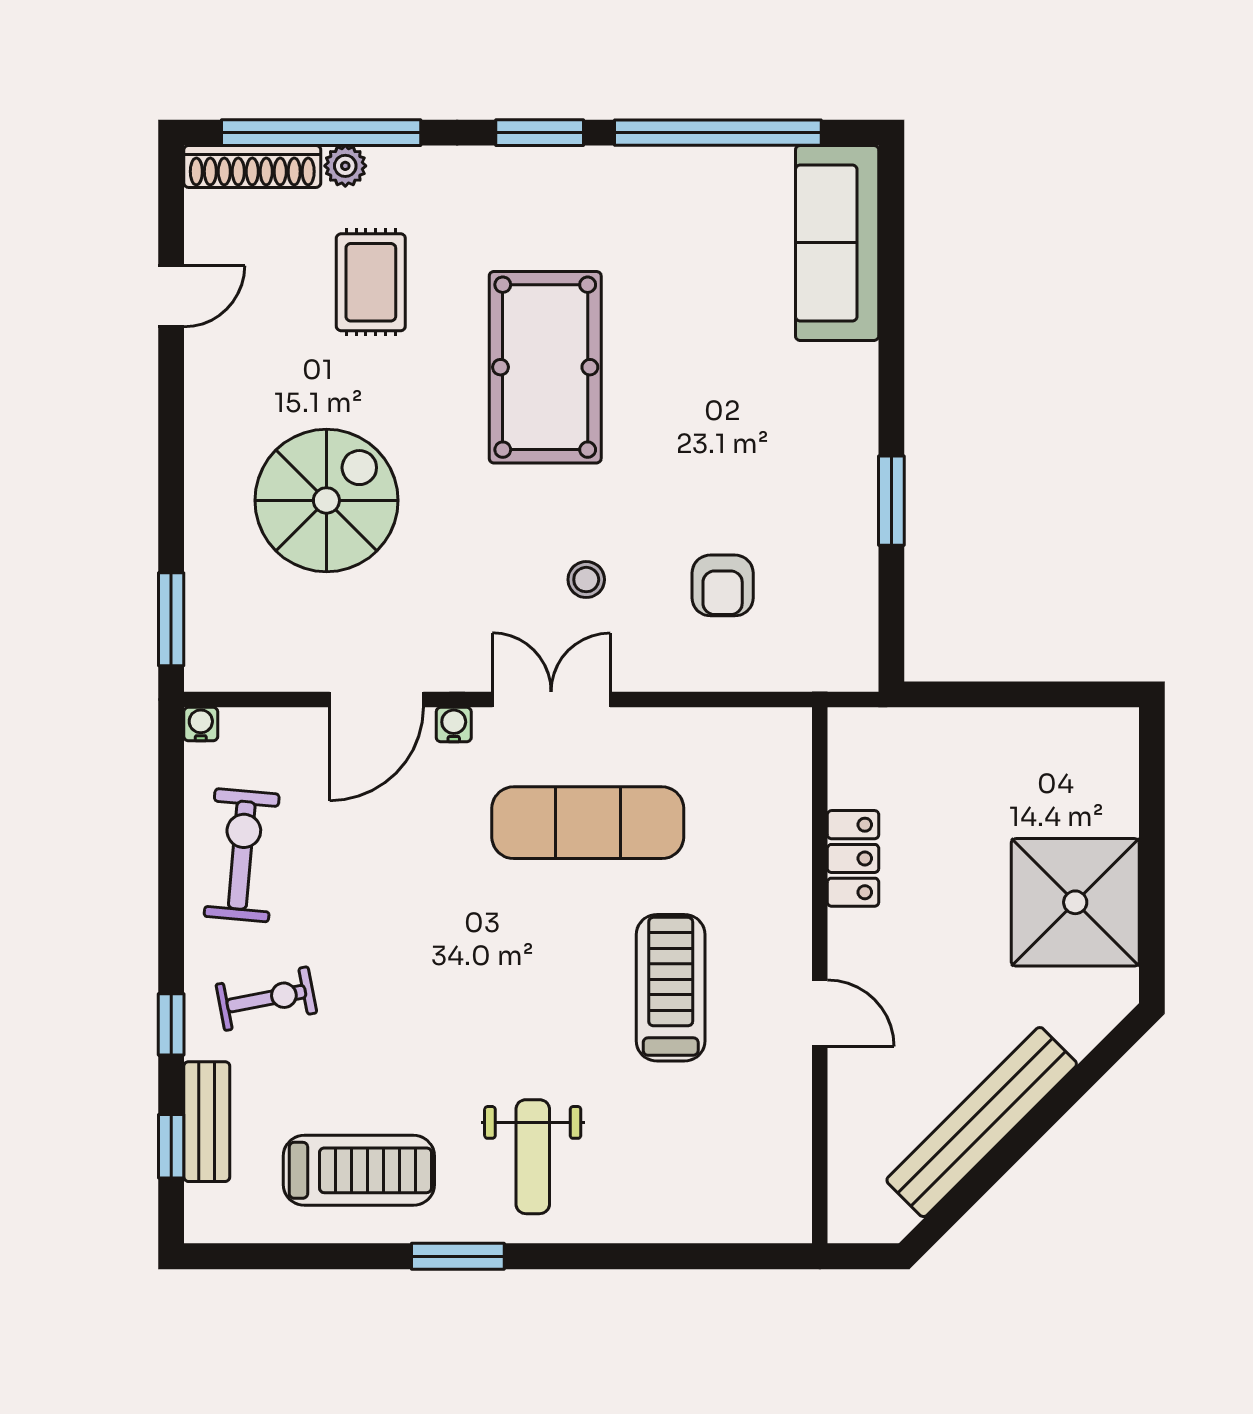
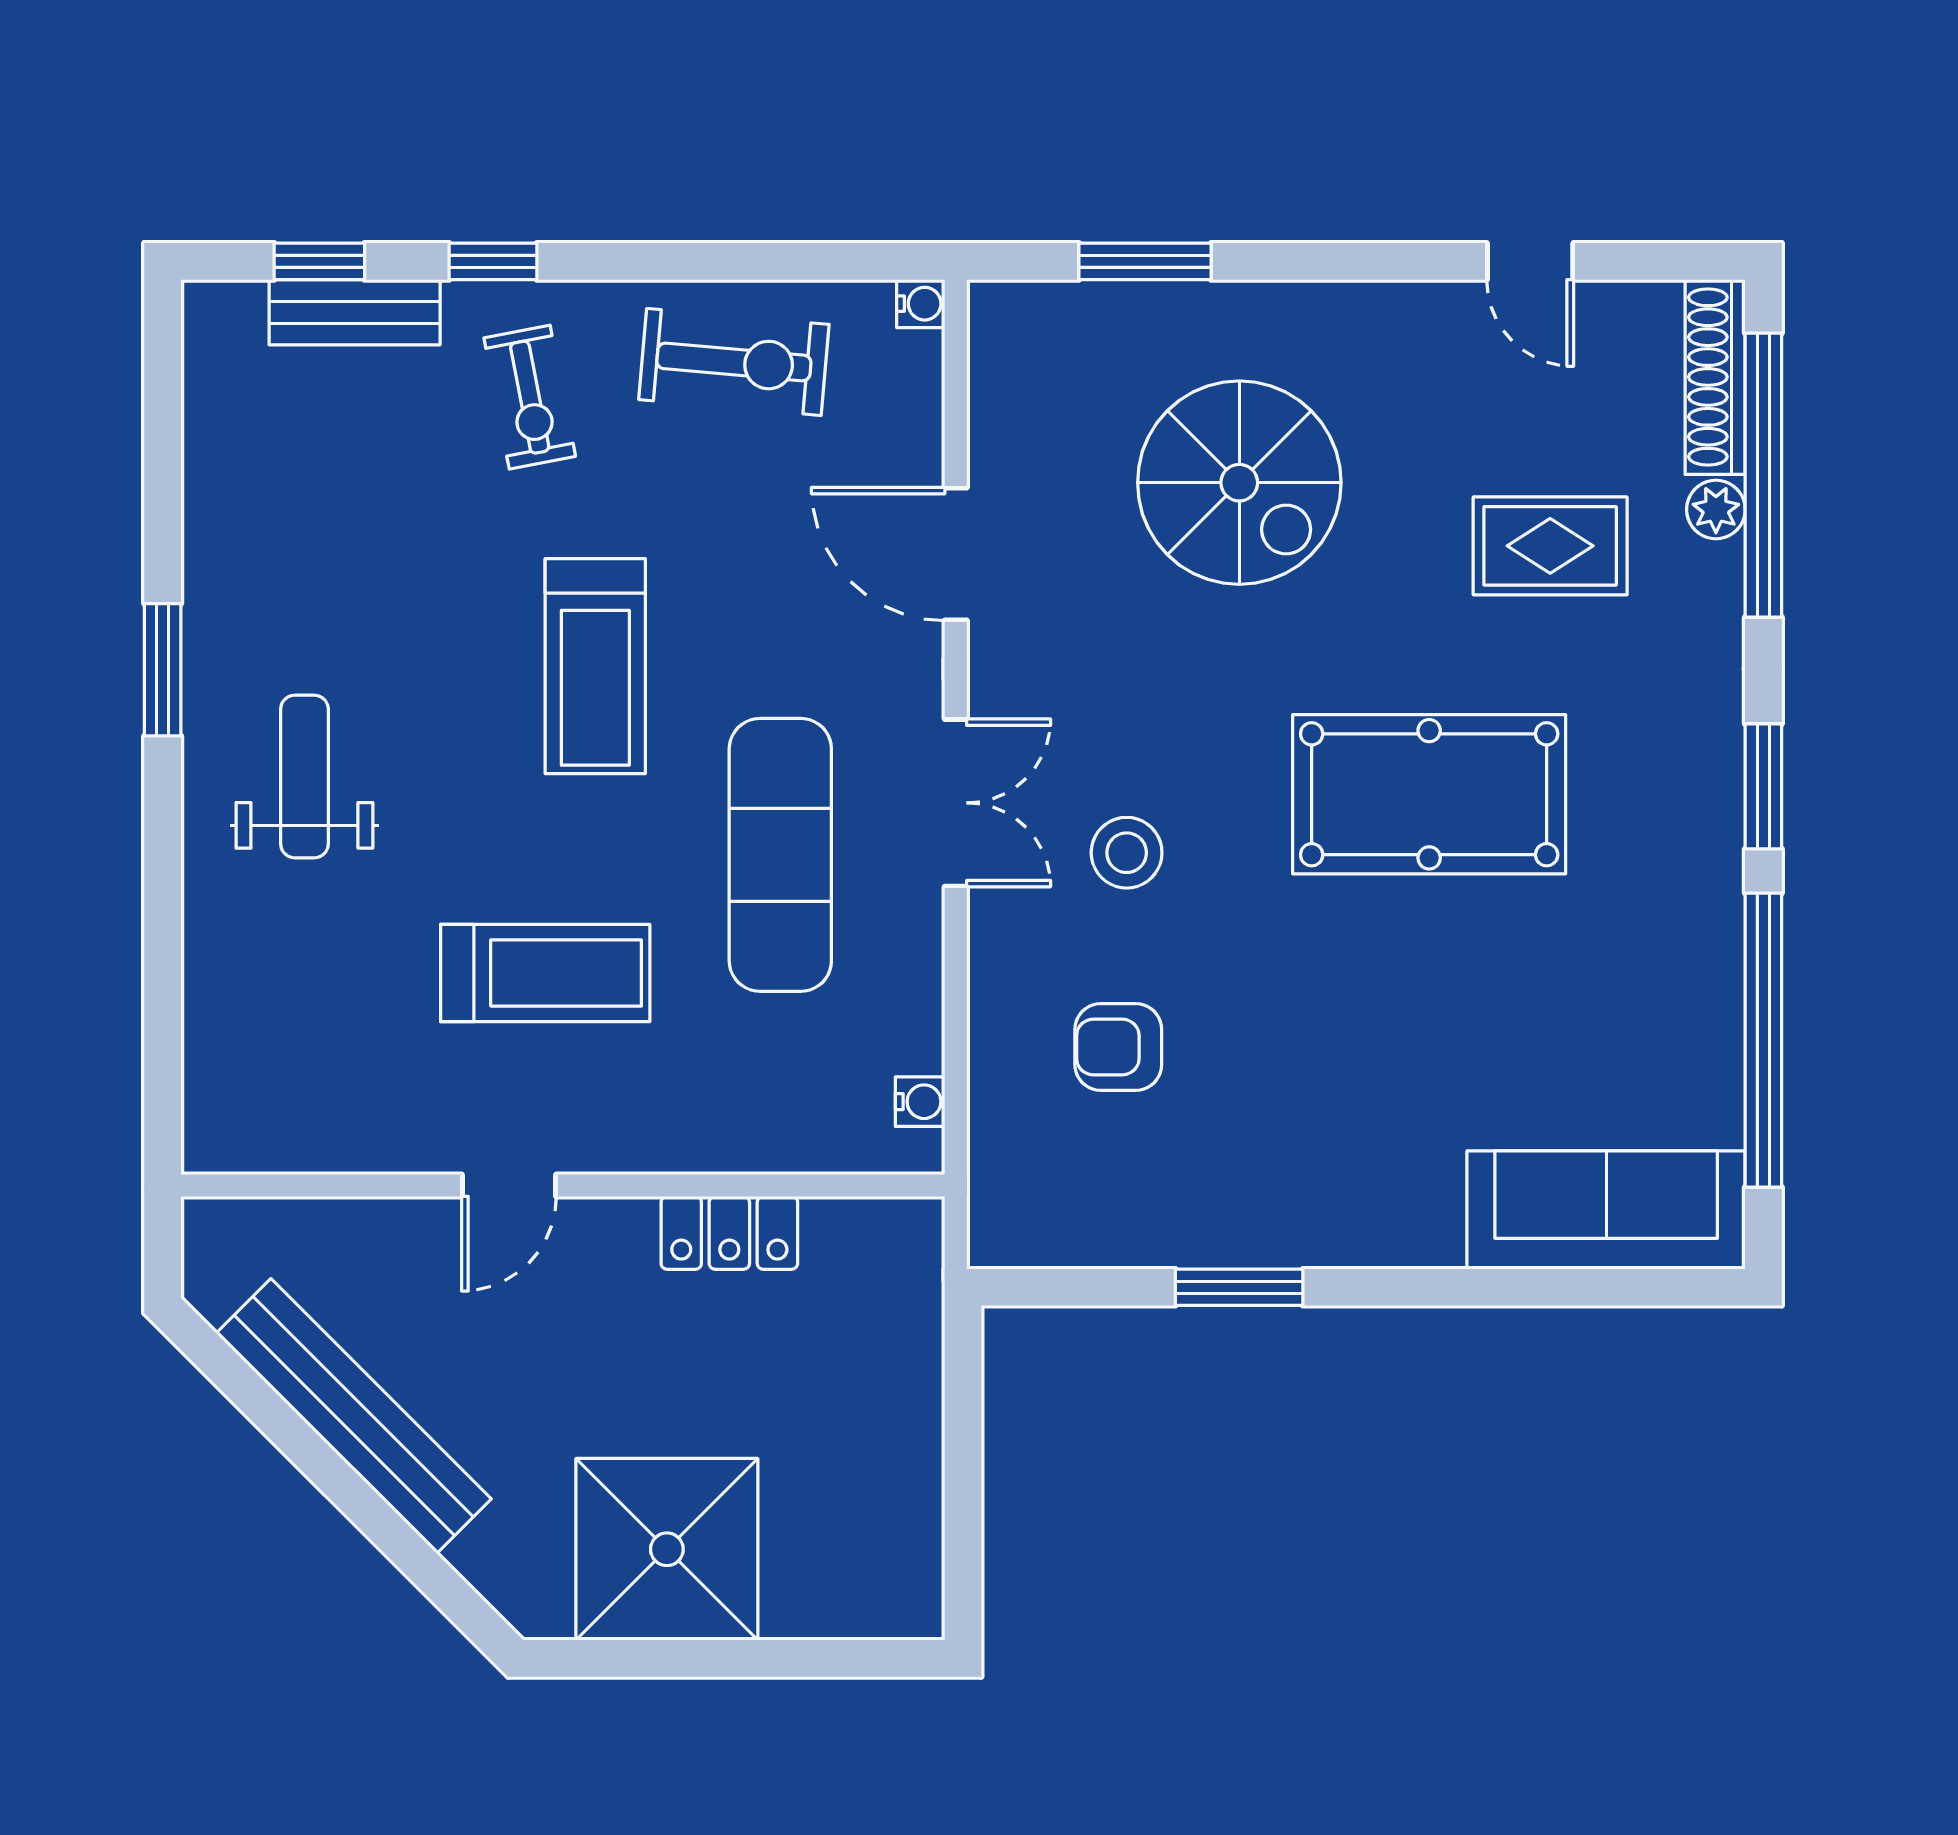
stool: (586, 580) -> (1127, 853), width x1.37, depth x1.37
window: (171, 619) -> (1145, 261), moved
water cooler: (454, 725) -> (920, 1102), moved
weight bench: (533, 1157) -> (304, 777), turned 90
treadmill: (359, 1170) -> (595, 666), moved

